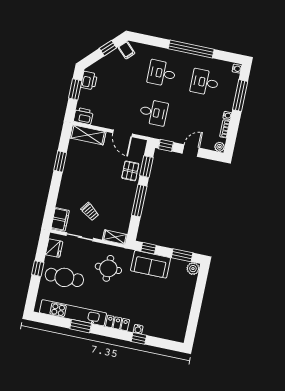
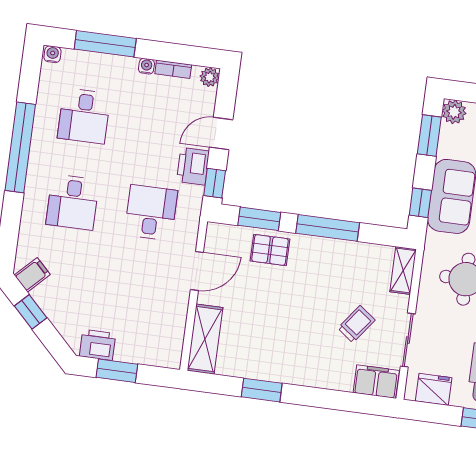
printer: (83, 116) -> (193, 166), moved
door: (191, 151) -> (221, 133), hinge flipped

